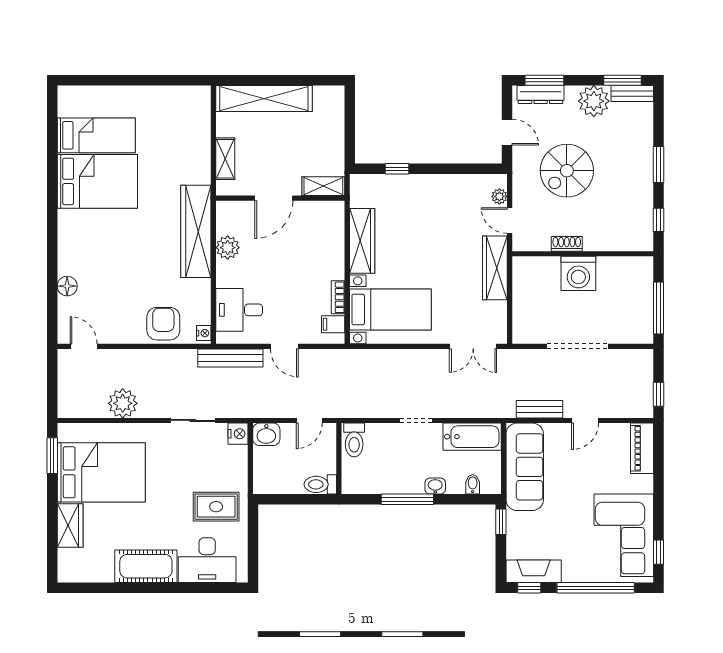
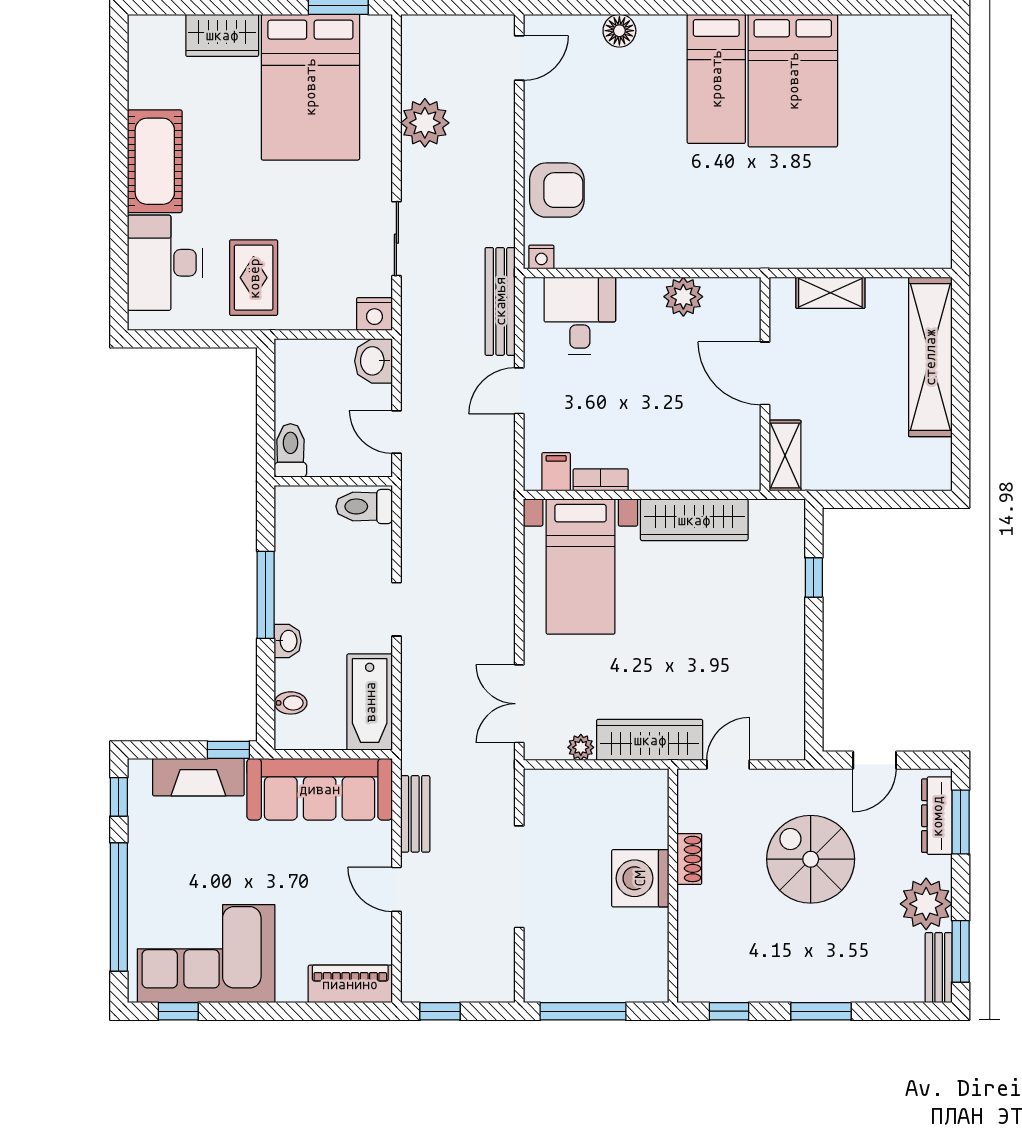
bed: (96, 135) -> (716, 79), moved
plant: (499, 196) -> (581, 747), moved
wardrobe: (196, 231) -> (710, 244), removed
fireplace: (534, 571) -> (198, 777), moved, turned 90

